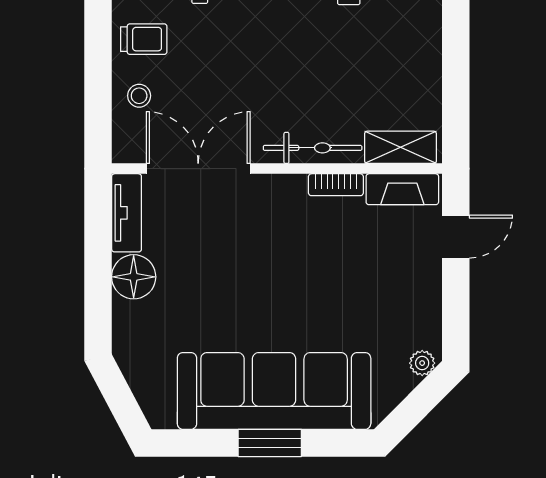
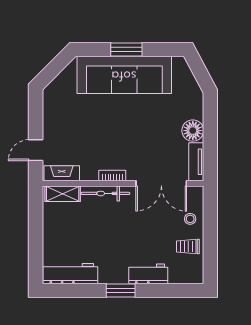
bookcase: (336, 185) -> (112, 175), moved
plant: (422, 363) -> (52, 89), removed

